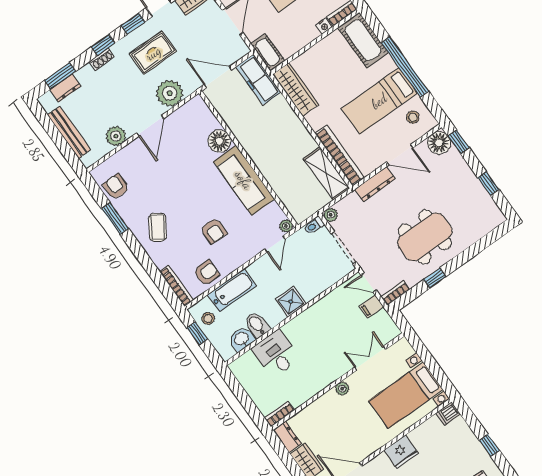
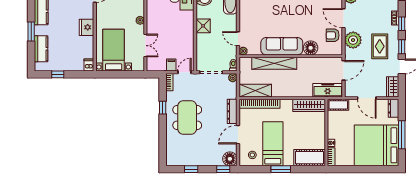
window: (405, 67) -> (281, 169), width x0.47
shelving: (273, 174) -> (274, 63), added
armchair: (214, 231) -> (333, 35), moved

